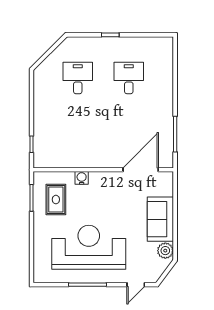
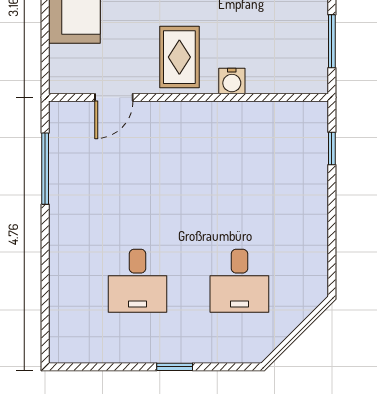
door: (141, 170) -> (114, 97), width x0.53
rug: (56, 200) -> (179, 57), moved

